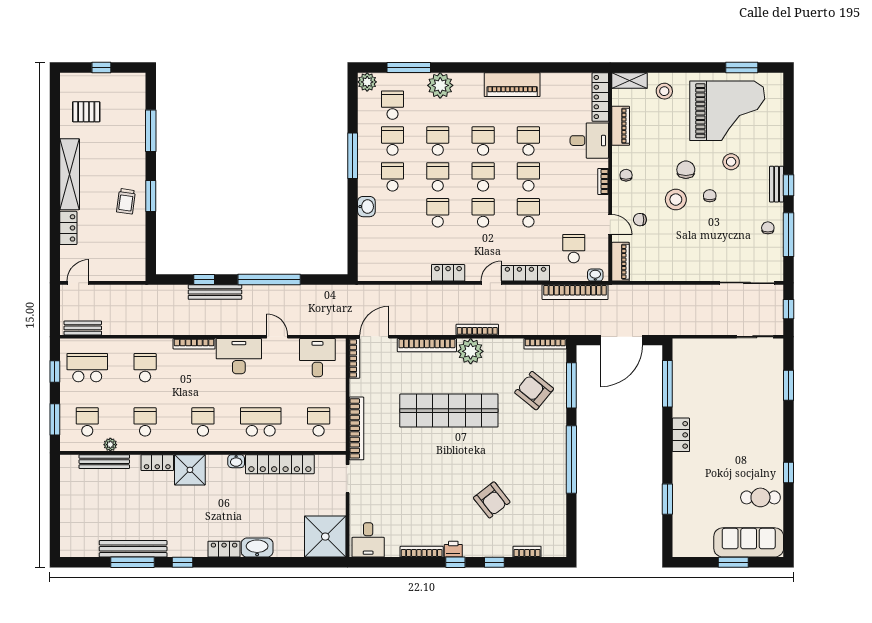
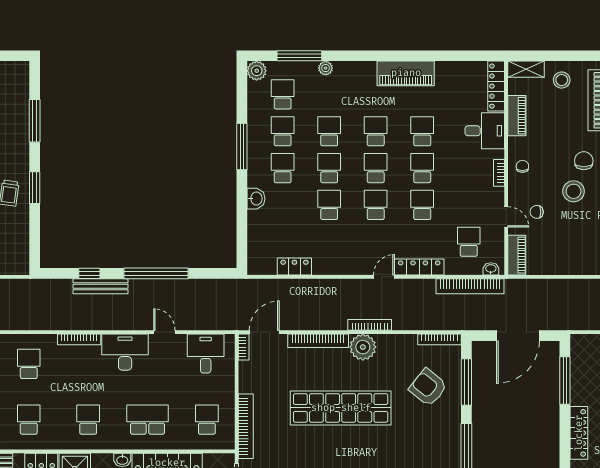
plant: (440, 85) -> (326, 68), width x0.53, depth x0.53
locker: (448, 273) -> (294, 267), moved
bookcase: (354, 358) -> (244, 347), width x0.64
locker: (681, 435) -> (579, 433), width x1.53

